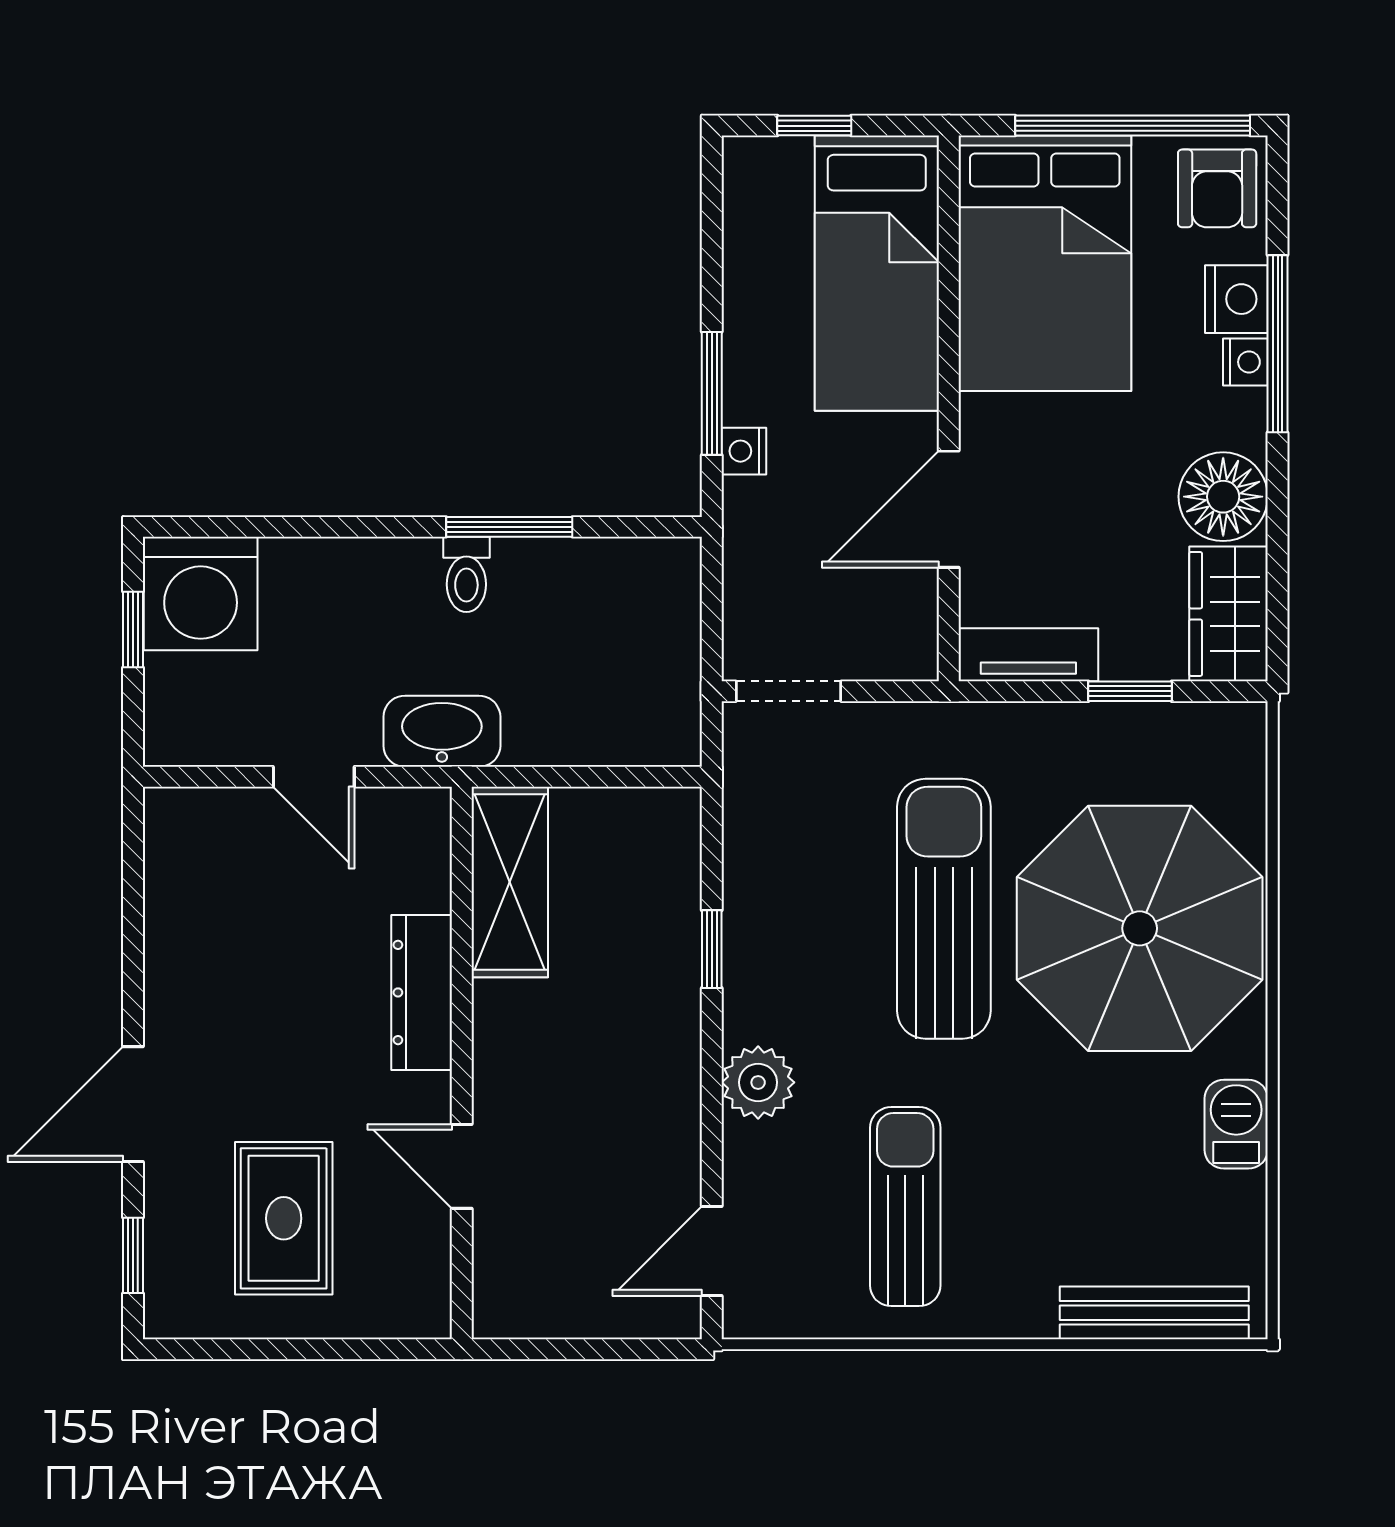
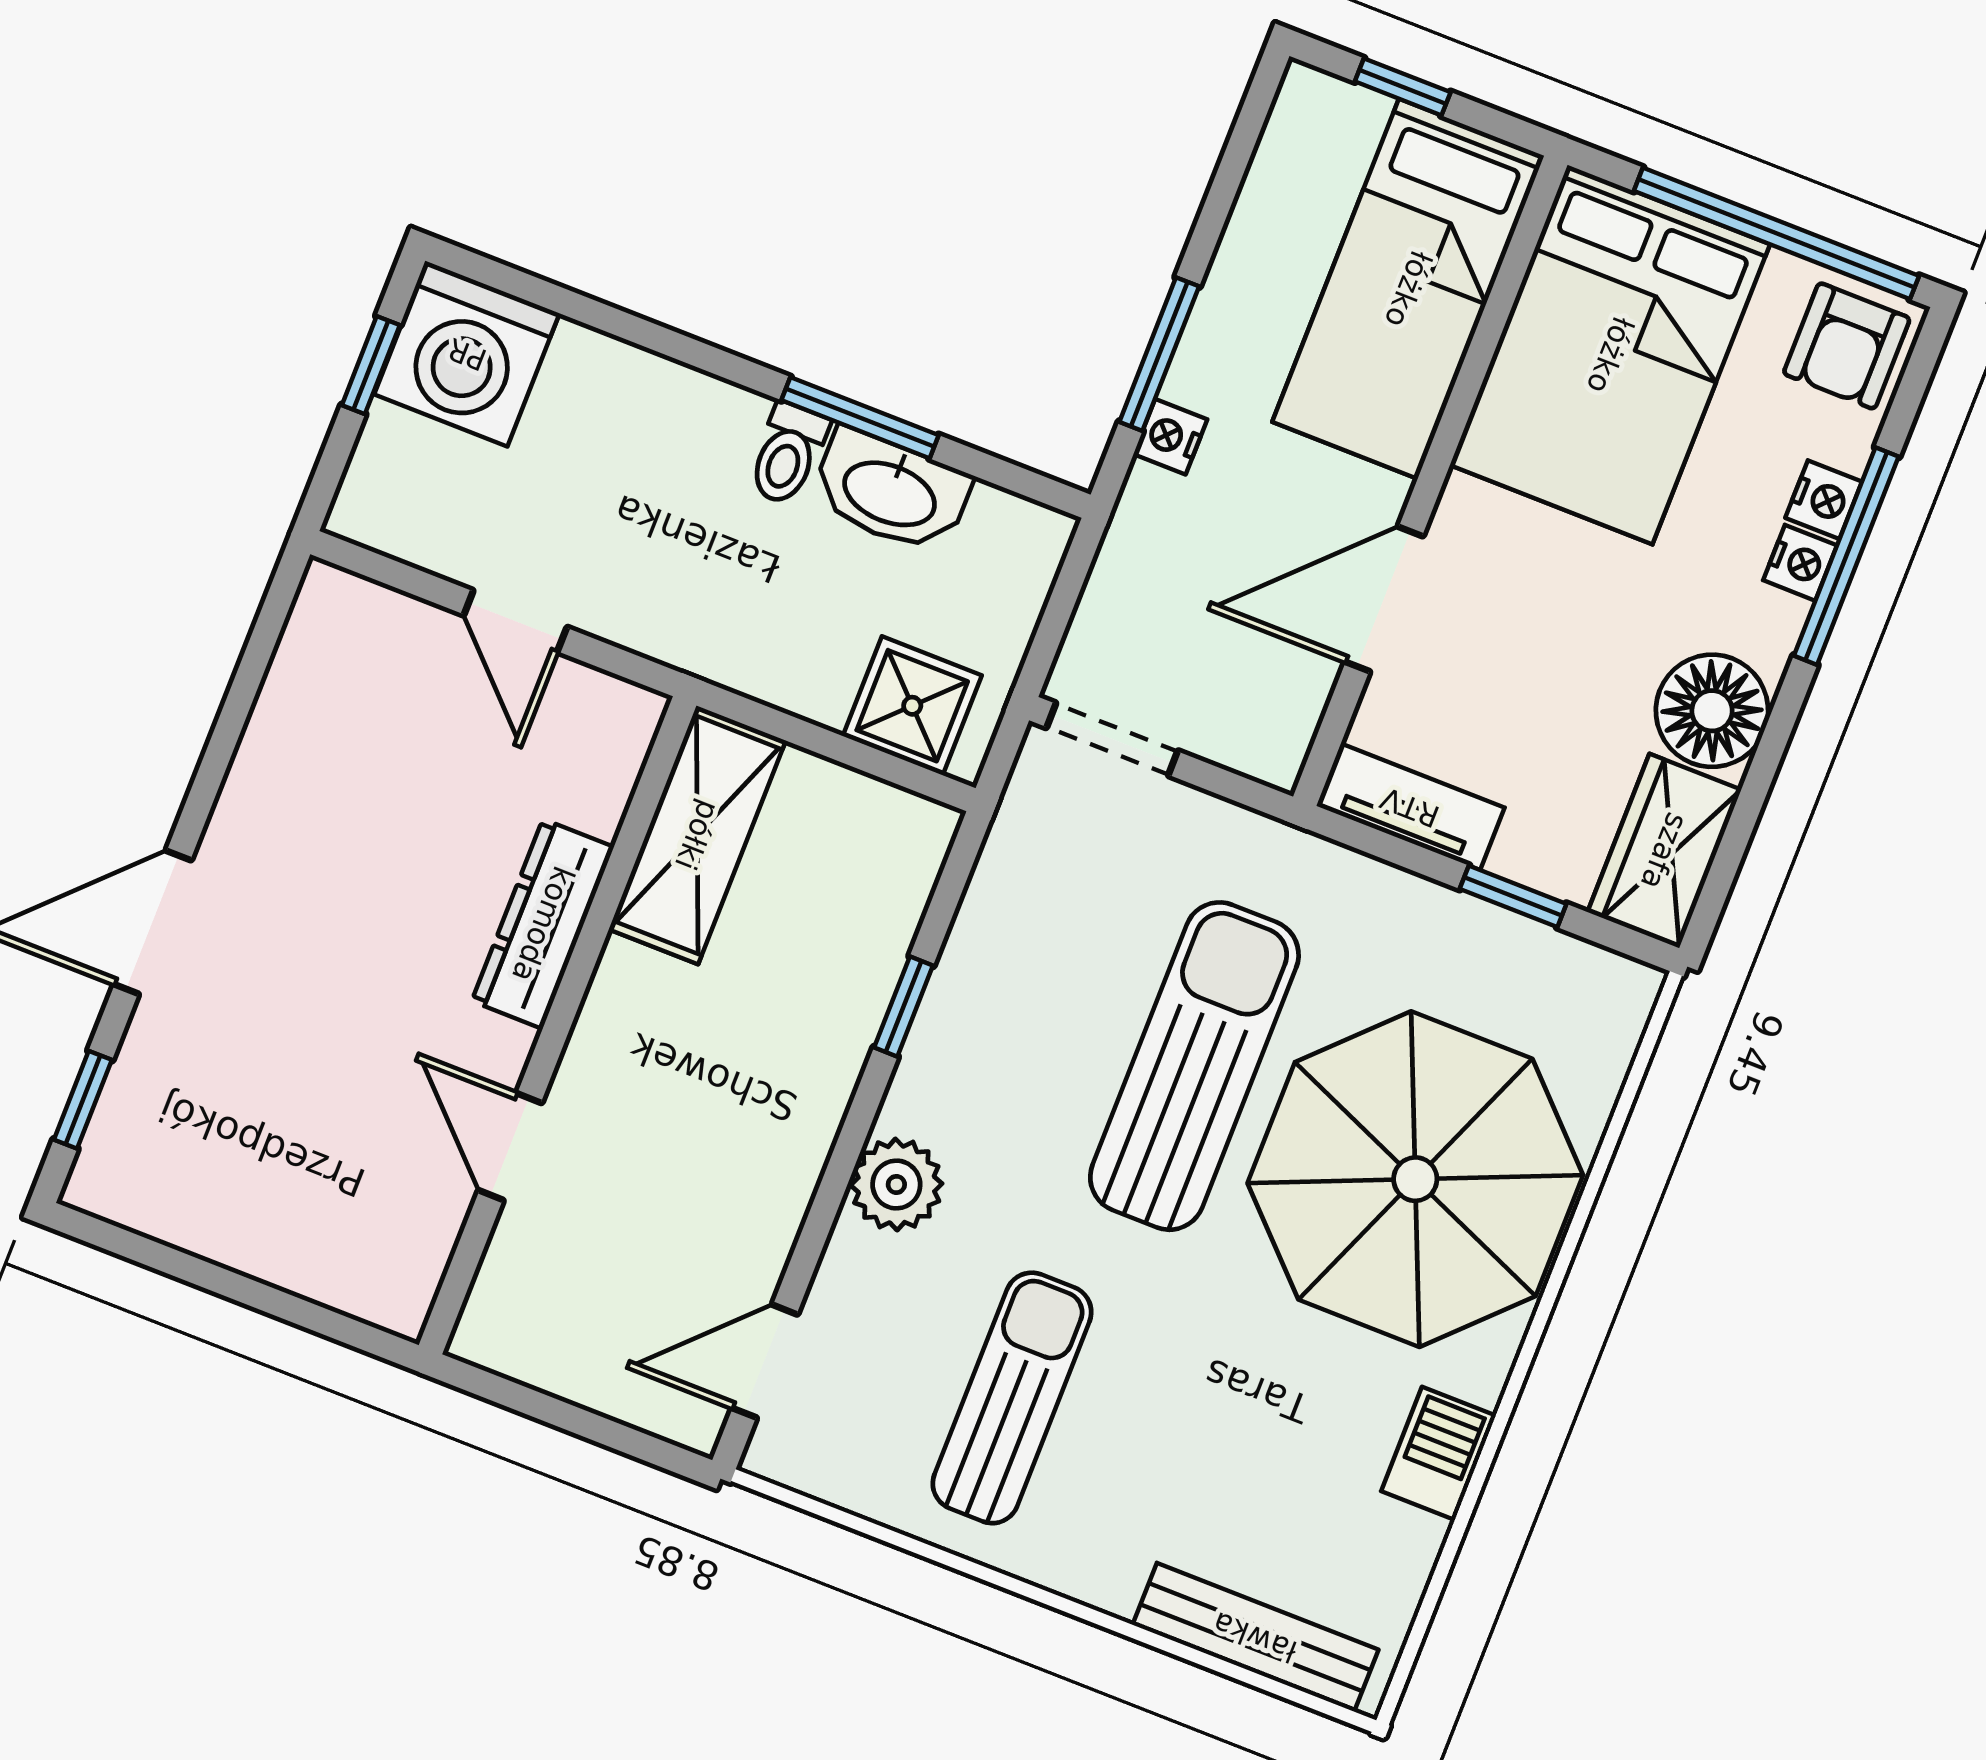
nightstand: (1236, 299) -> (1824, 500), width x0.72, depth x0.74
shower: (631, 724) -> (912, 706), added
washbasin: (442, 731) -> (891, 491), moved, turned 180
rug: (284, 1218) -> (277, 1126), removed

